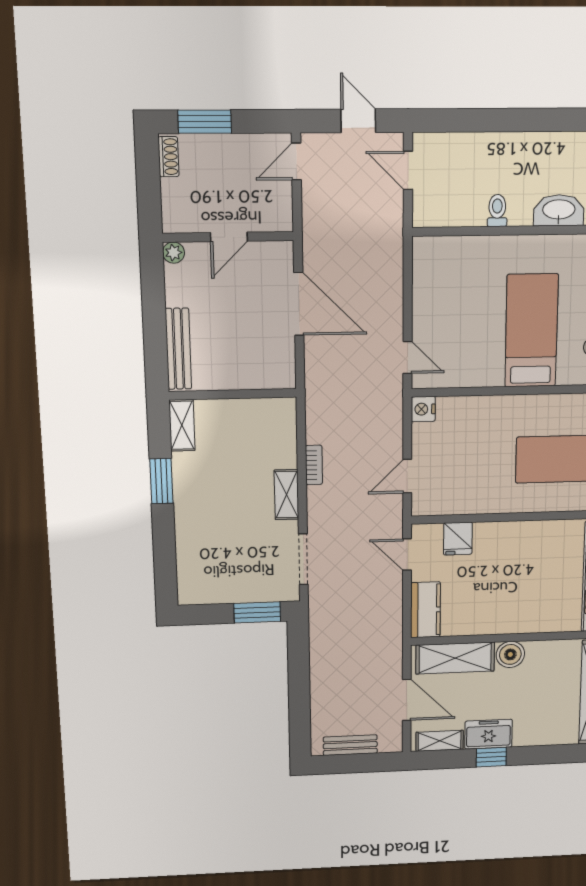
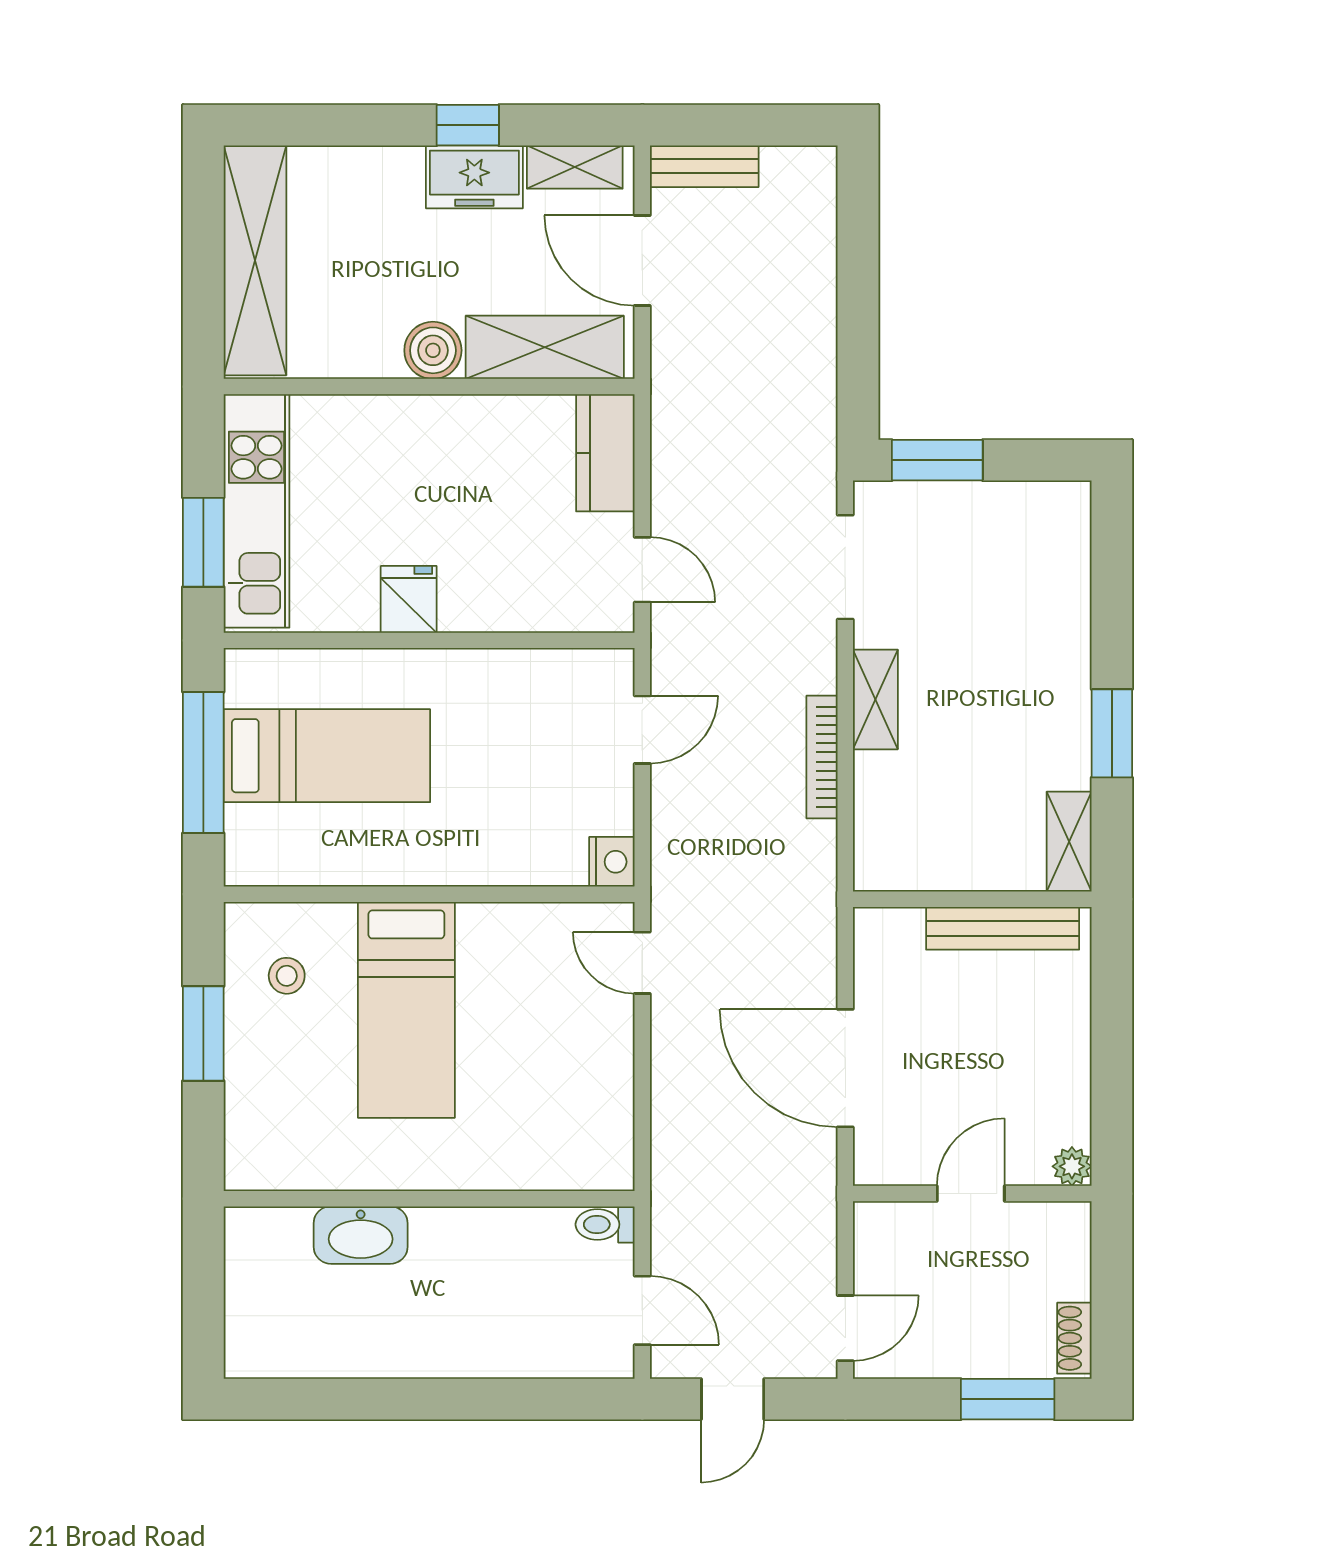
door: (358, 121) -> (733, 1399), hinge flipped
toilet: (497, 211) -> (605, 1224), moved, turned 90
bench: (178, 349) -> (1003, 928), moved, turned 90
bookcase: (314, 465) -> (822, 757), width x1.56
fridge: (458, 539) -> (409, 599), moved
bench: (350, 745) -> (704, 166), moved

